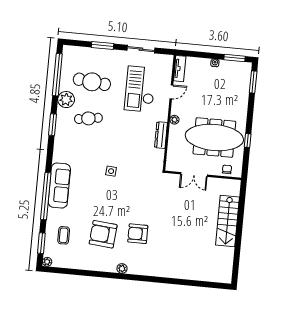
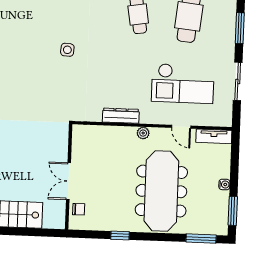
checkout: (140, 89) -> (183, 83), turned 180
meeting table: (214, 138) -> (161, 191), moved
double door: (194, 174) -> (68, 181), moved

